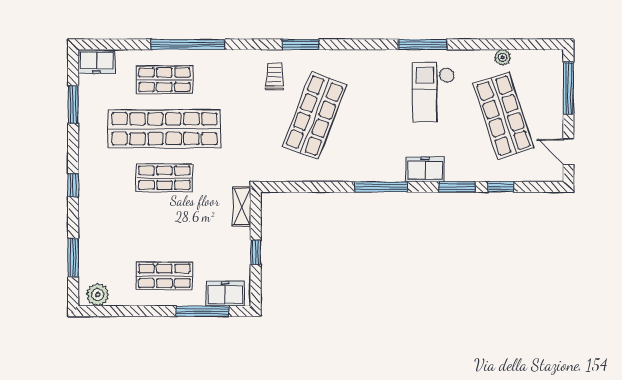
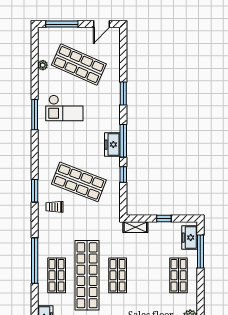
shop shelf: (503, 116) -> (79, 65), turned 42
freezer: (425, 169) -> (112, 145), moved
window: (501, 187) -> (123, 174), moved

